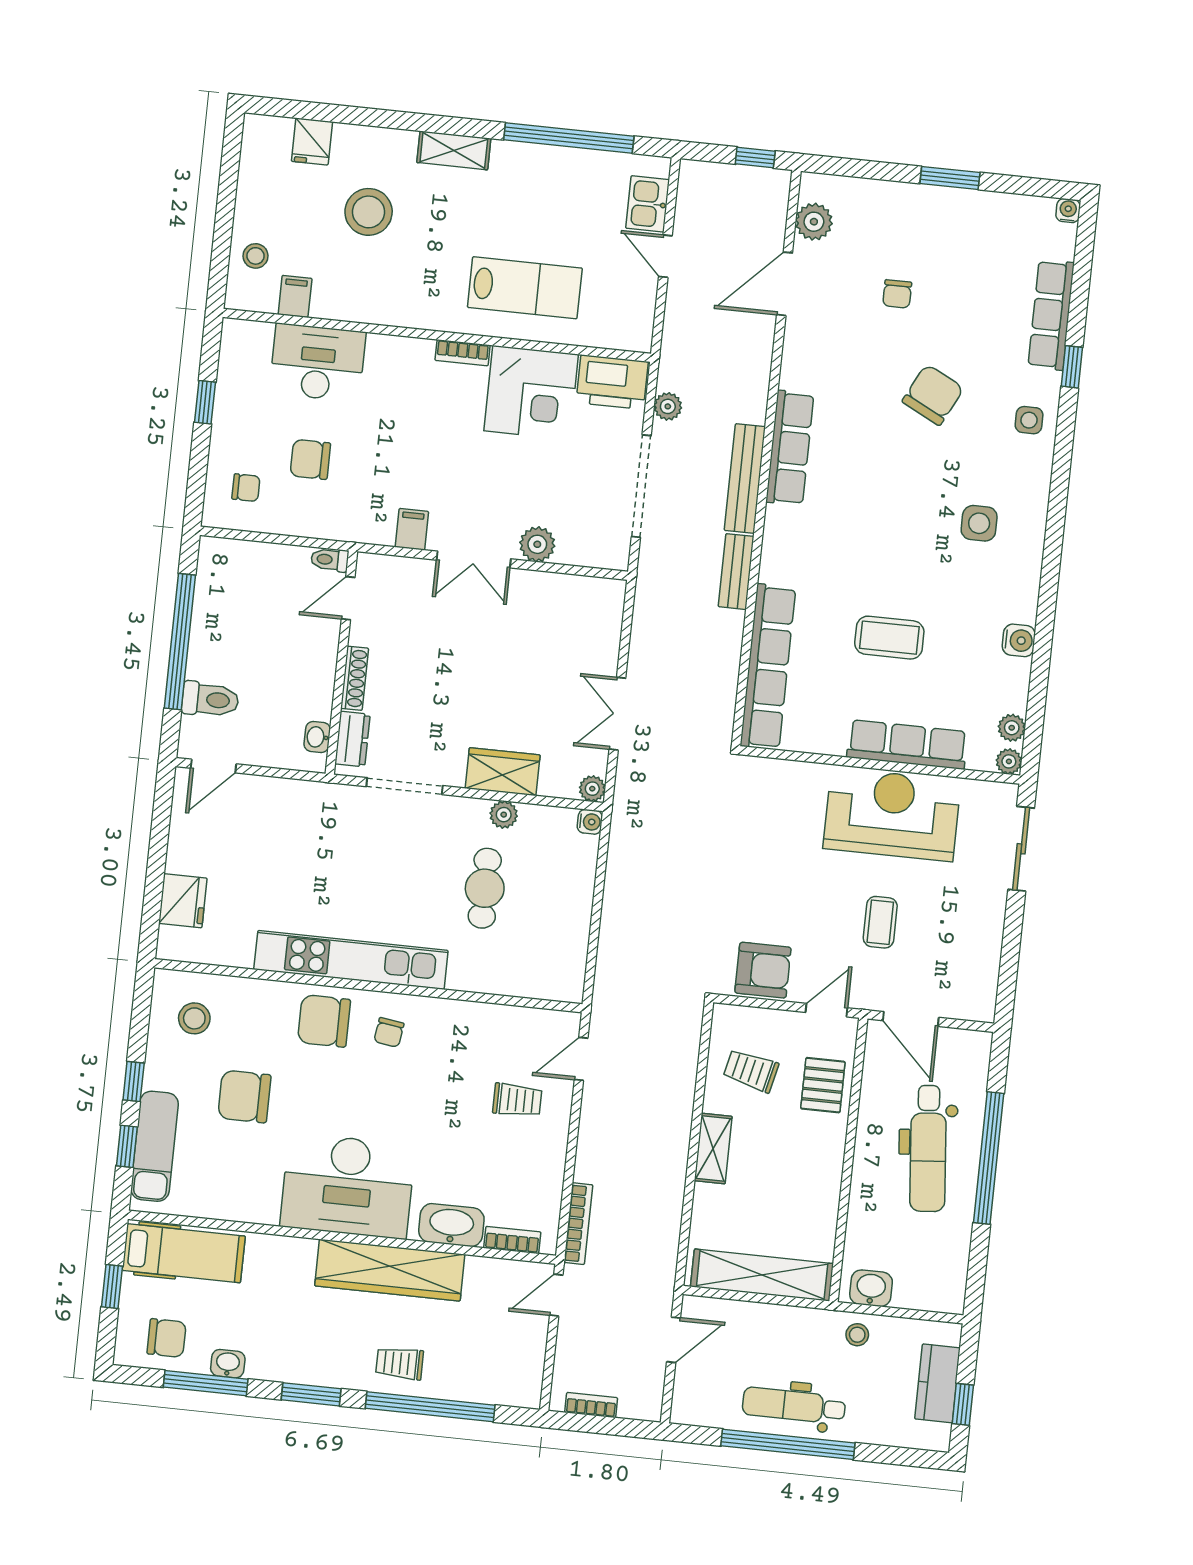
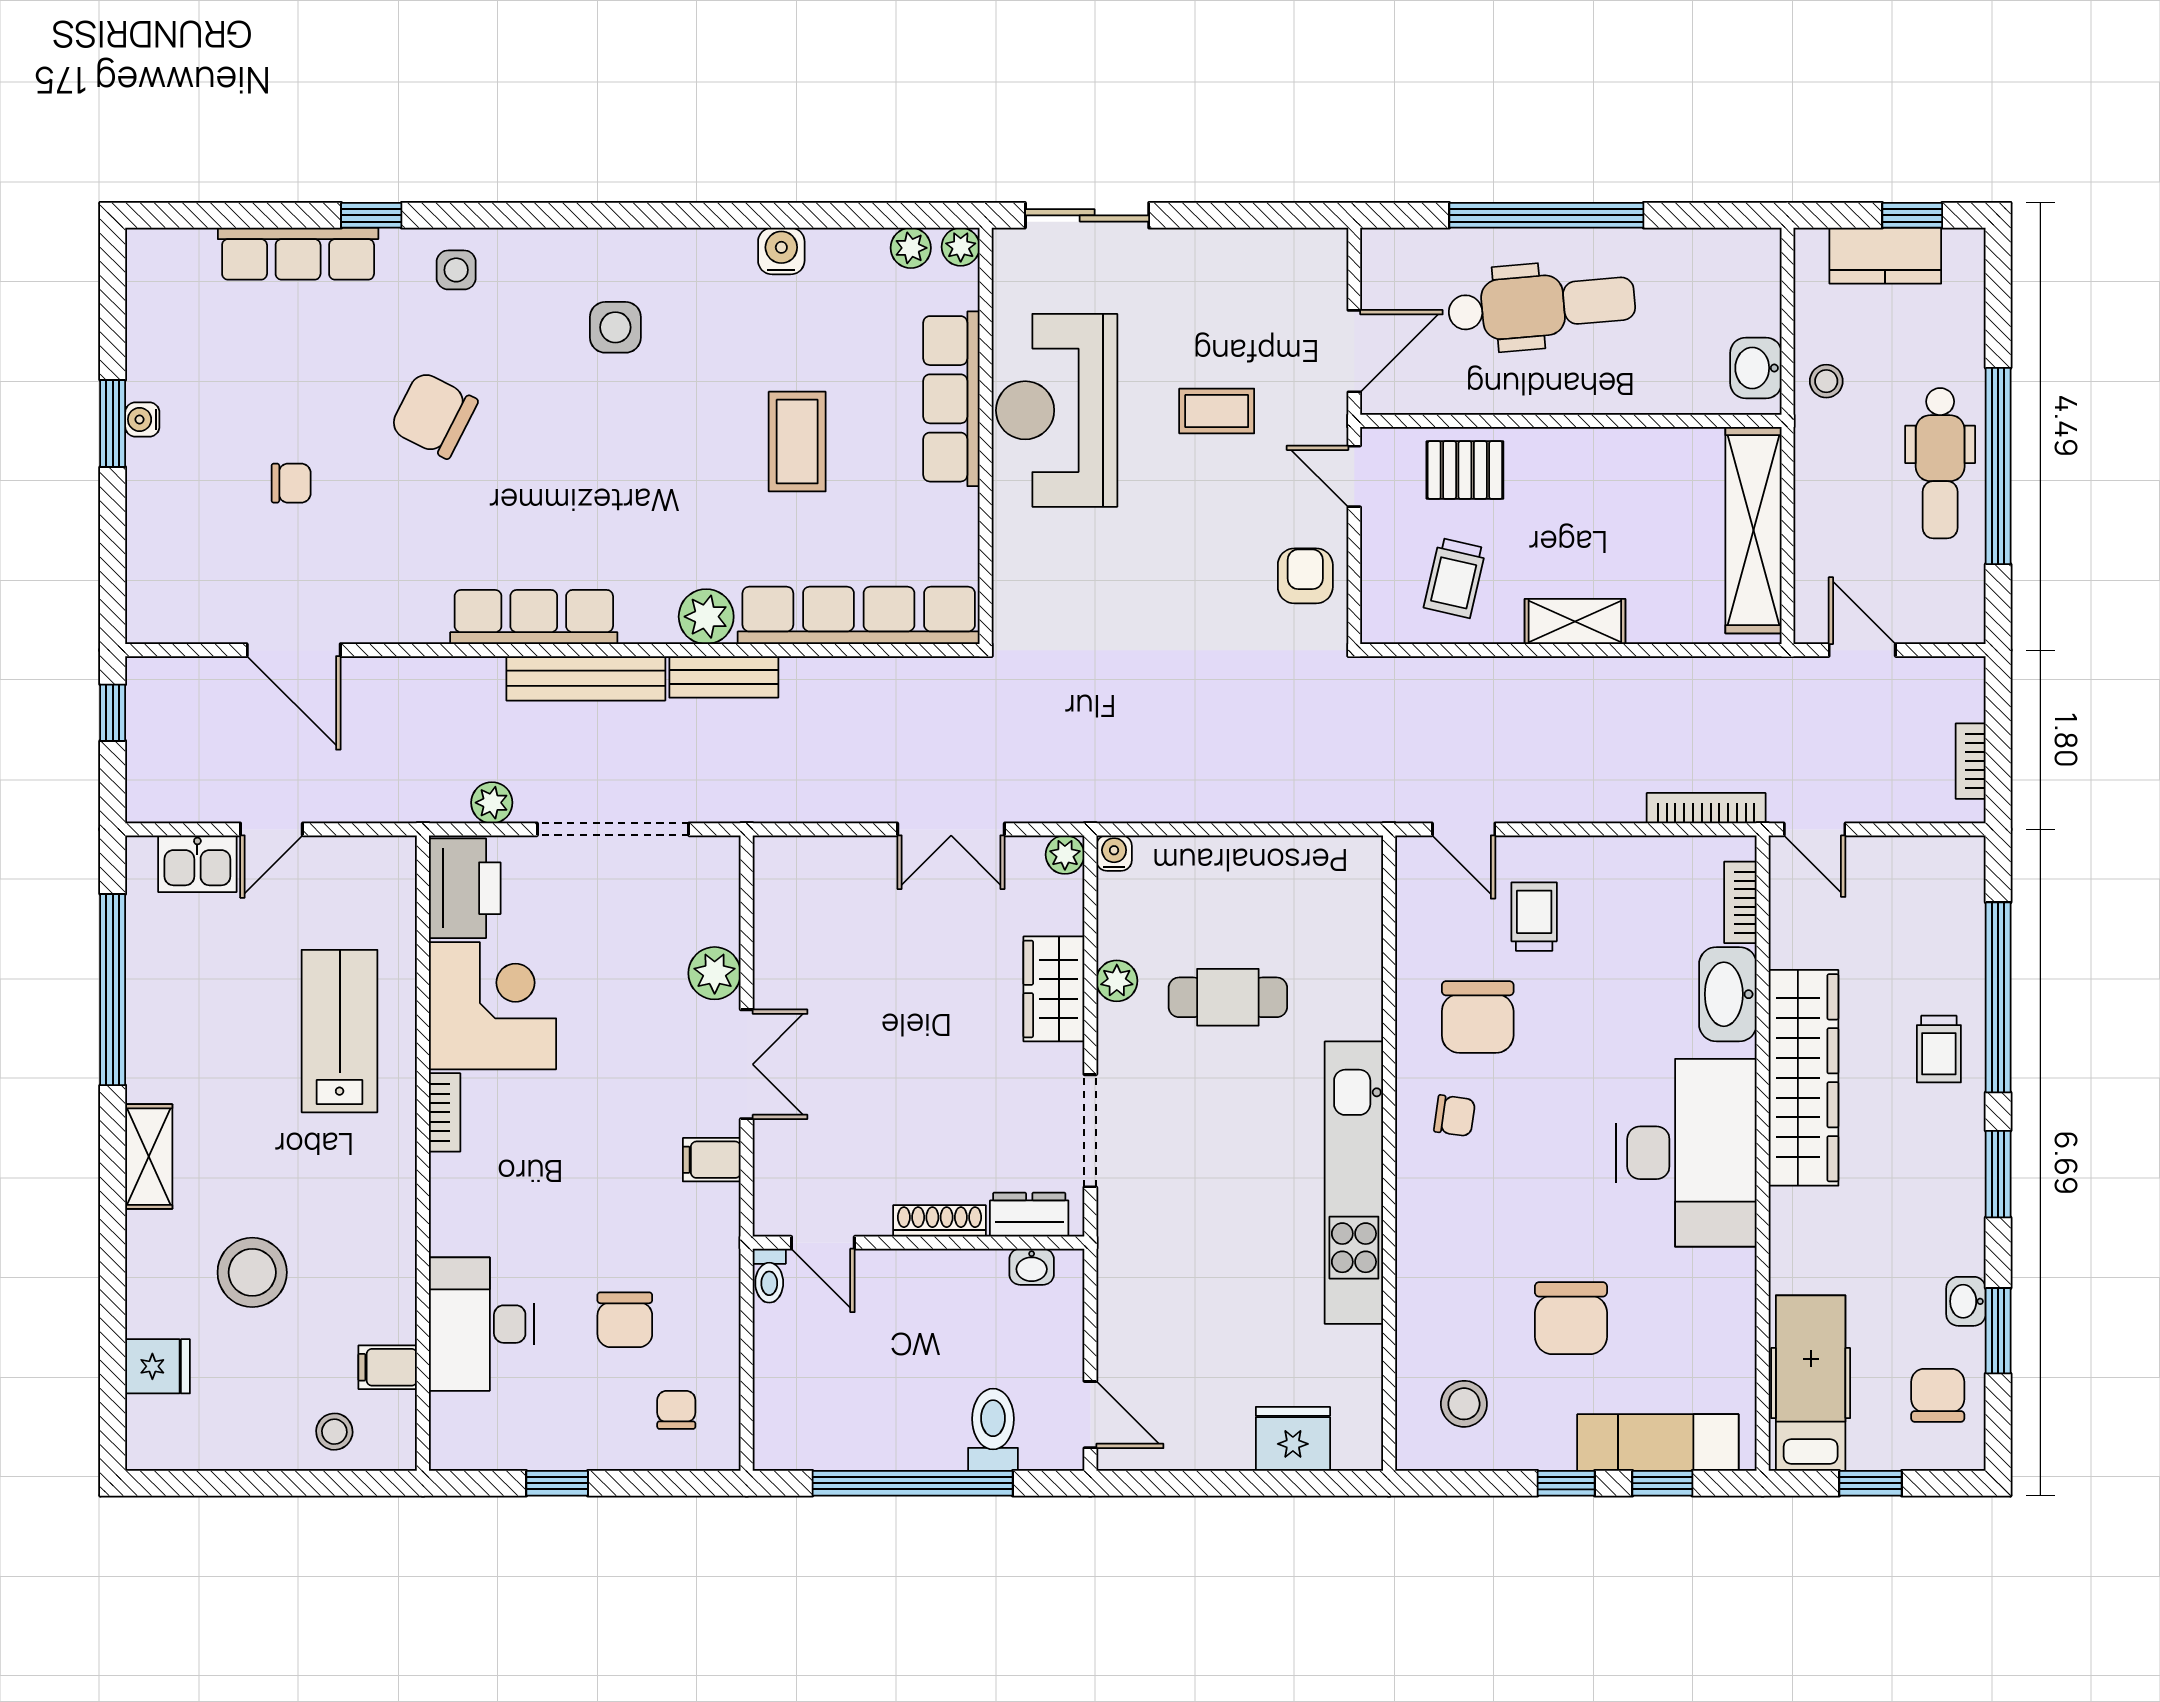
water cooler: (1068, 211) -> (142, 419), moved
plant: (814, 222) -> (706, 617), moved
armchair: (763, 970) -> (1305, 576), width x0.72, depth x0.72
chair: (324, 1021) -> (1478, 1017), moved
window: (206, 1383) -> (1998, 1331), width x0.69

